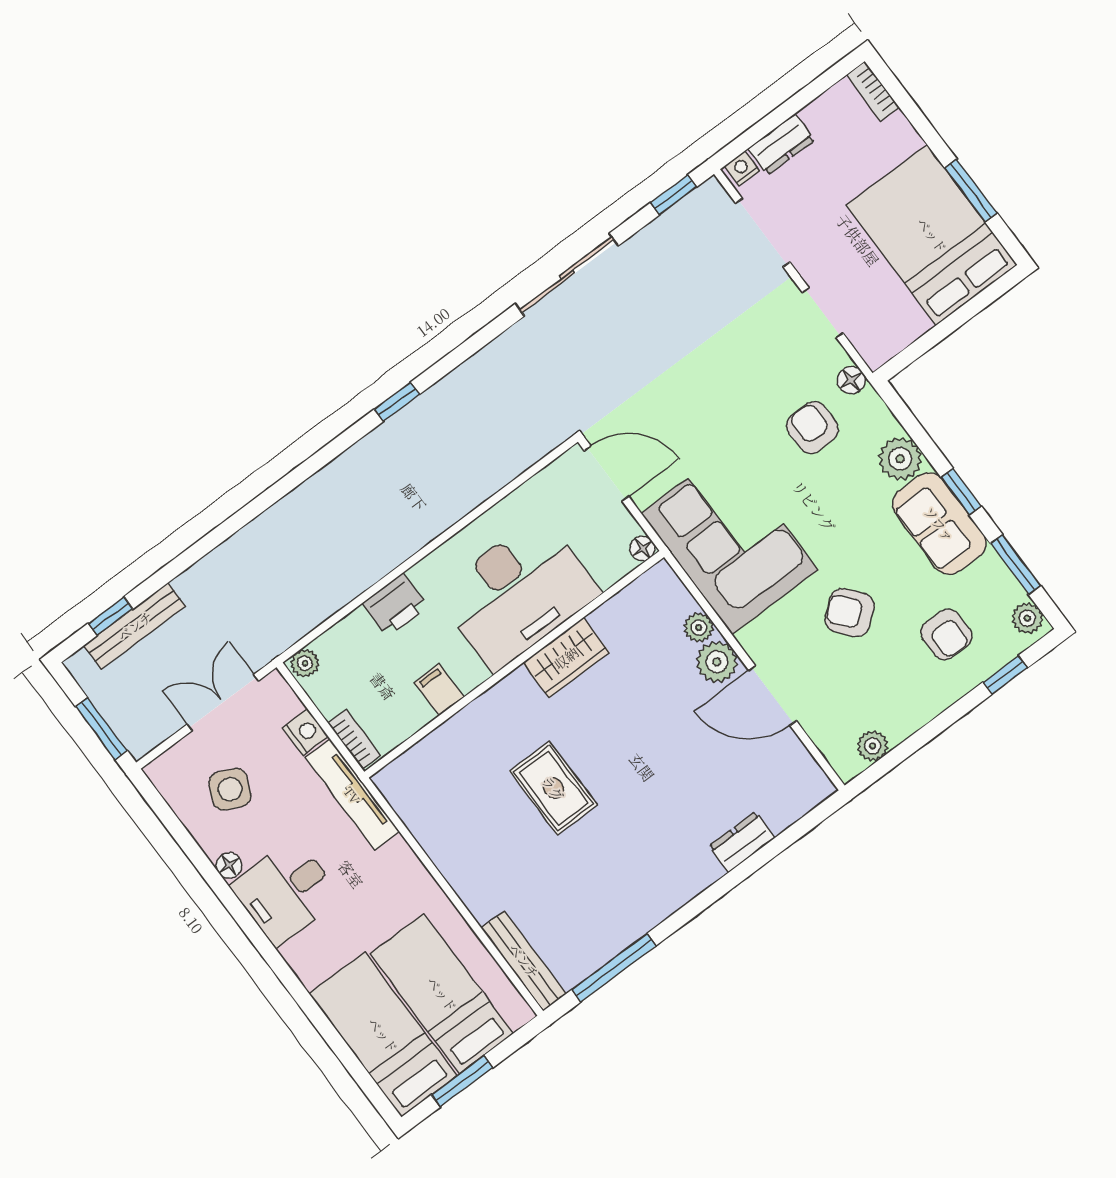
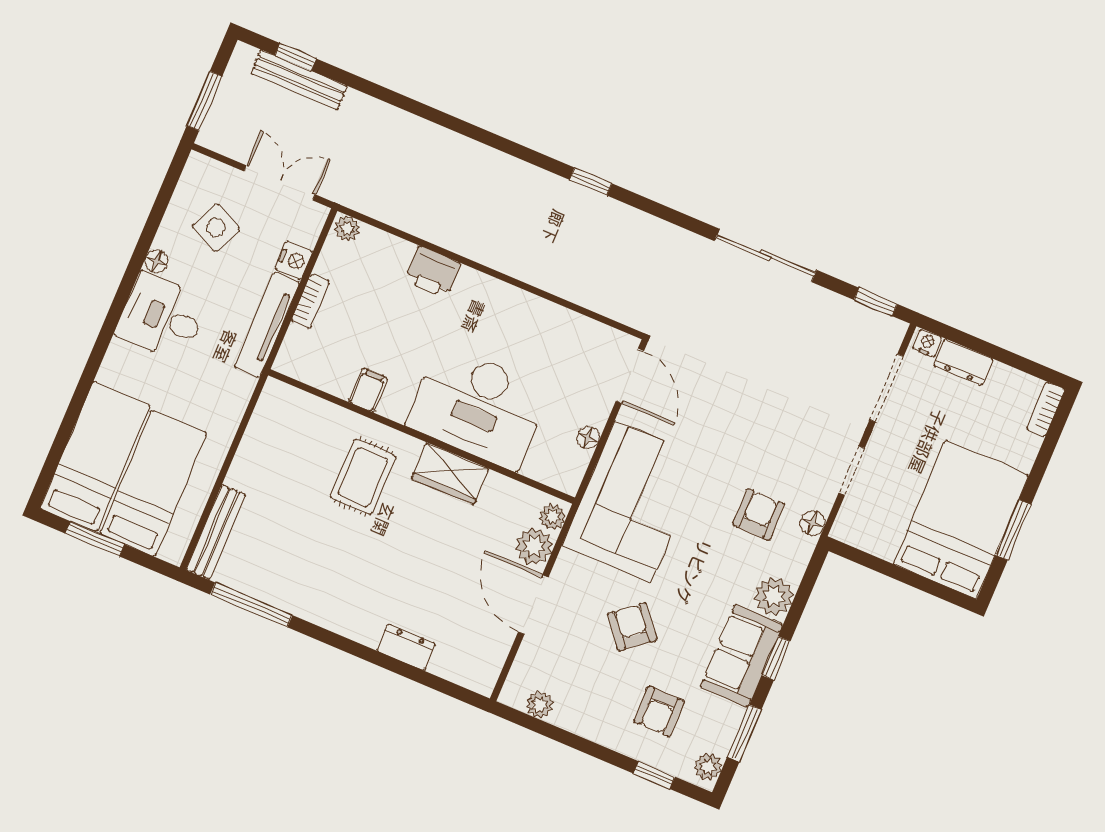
desk: (518, 593) -> (478, 407), moved
wardrobe: (566, 658) -> (450, 474), moved
wall: (514, 664) -> (421, 436), moved
filing cabinet: (439, 690) -> (368, 390), moved

